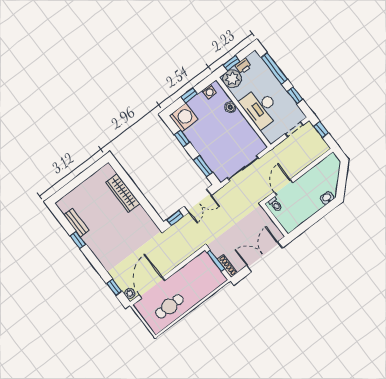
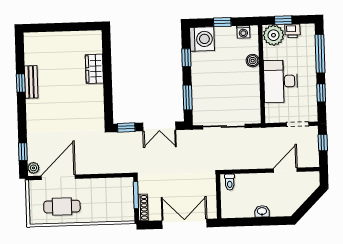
door: (283, 187) -> (285, 170), moved
wardrobe: (123, 193) -> (94, 69), width x0.67
washbasin: (327, 198) -> (262, 211), moved
bench: (76, 223) -> (31, 82), moved

